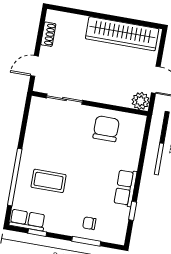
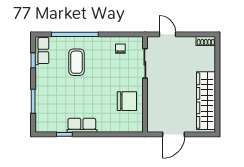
shoe rack: (48, 34) -> (206, 41), moved
plant: (141, 101) -> (154, 125), removed
chair: (89, 223) -> (120, 49), moved

